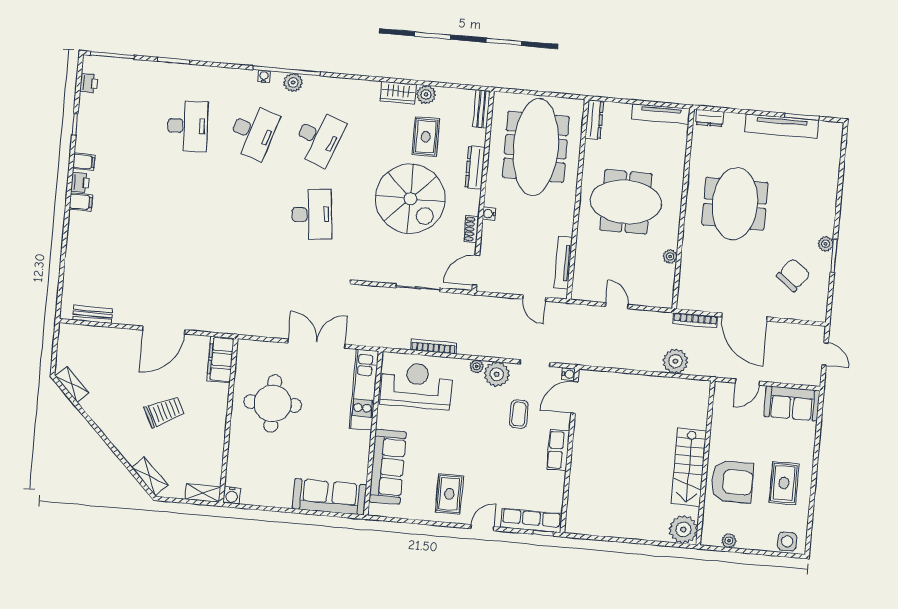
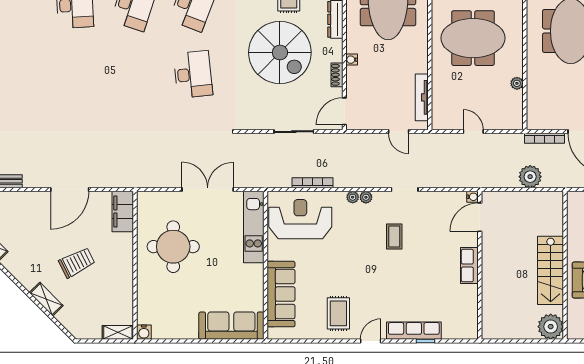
plant: (497, 374) -> (366, 197), width x0.53, depth x0.53
water cooler: (568, 374) -> (472, 197), moved
door: (574, 397) -> (480, 217), moved
row of seats: (558, 450) -> (469, 266), moved
wall: (570, 451) -> (480, 265), moved
shelving: (150, 476) -> (46, 299), moved

